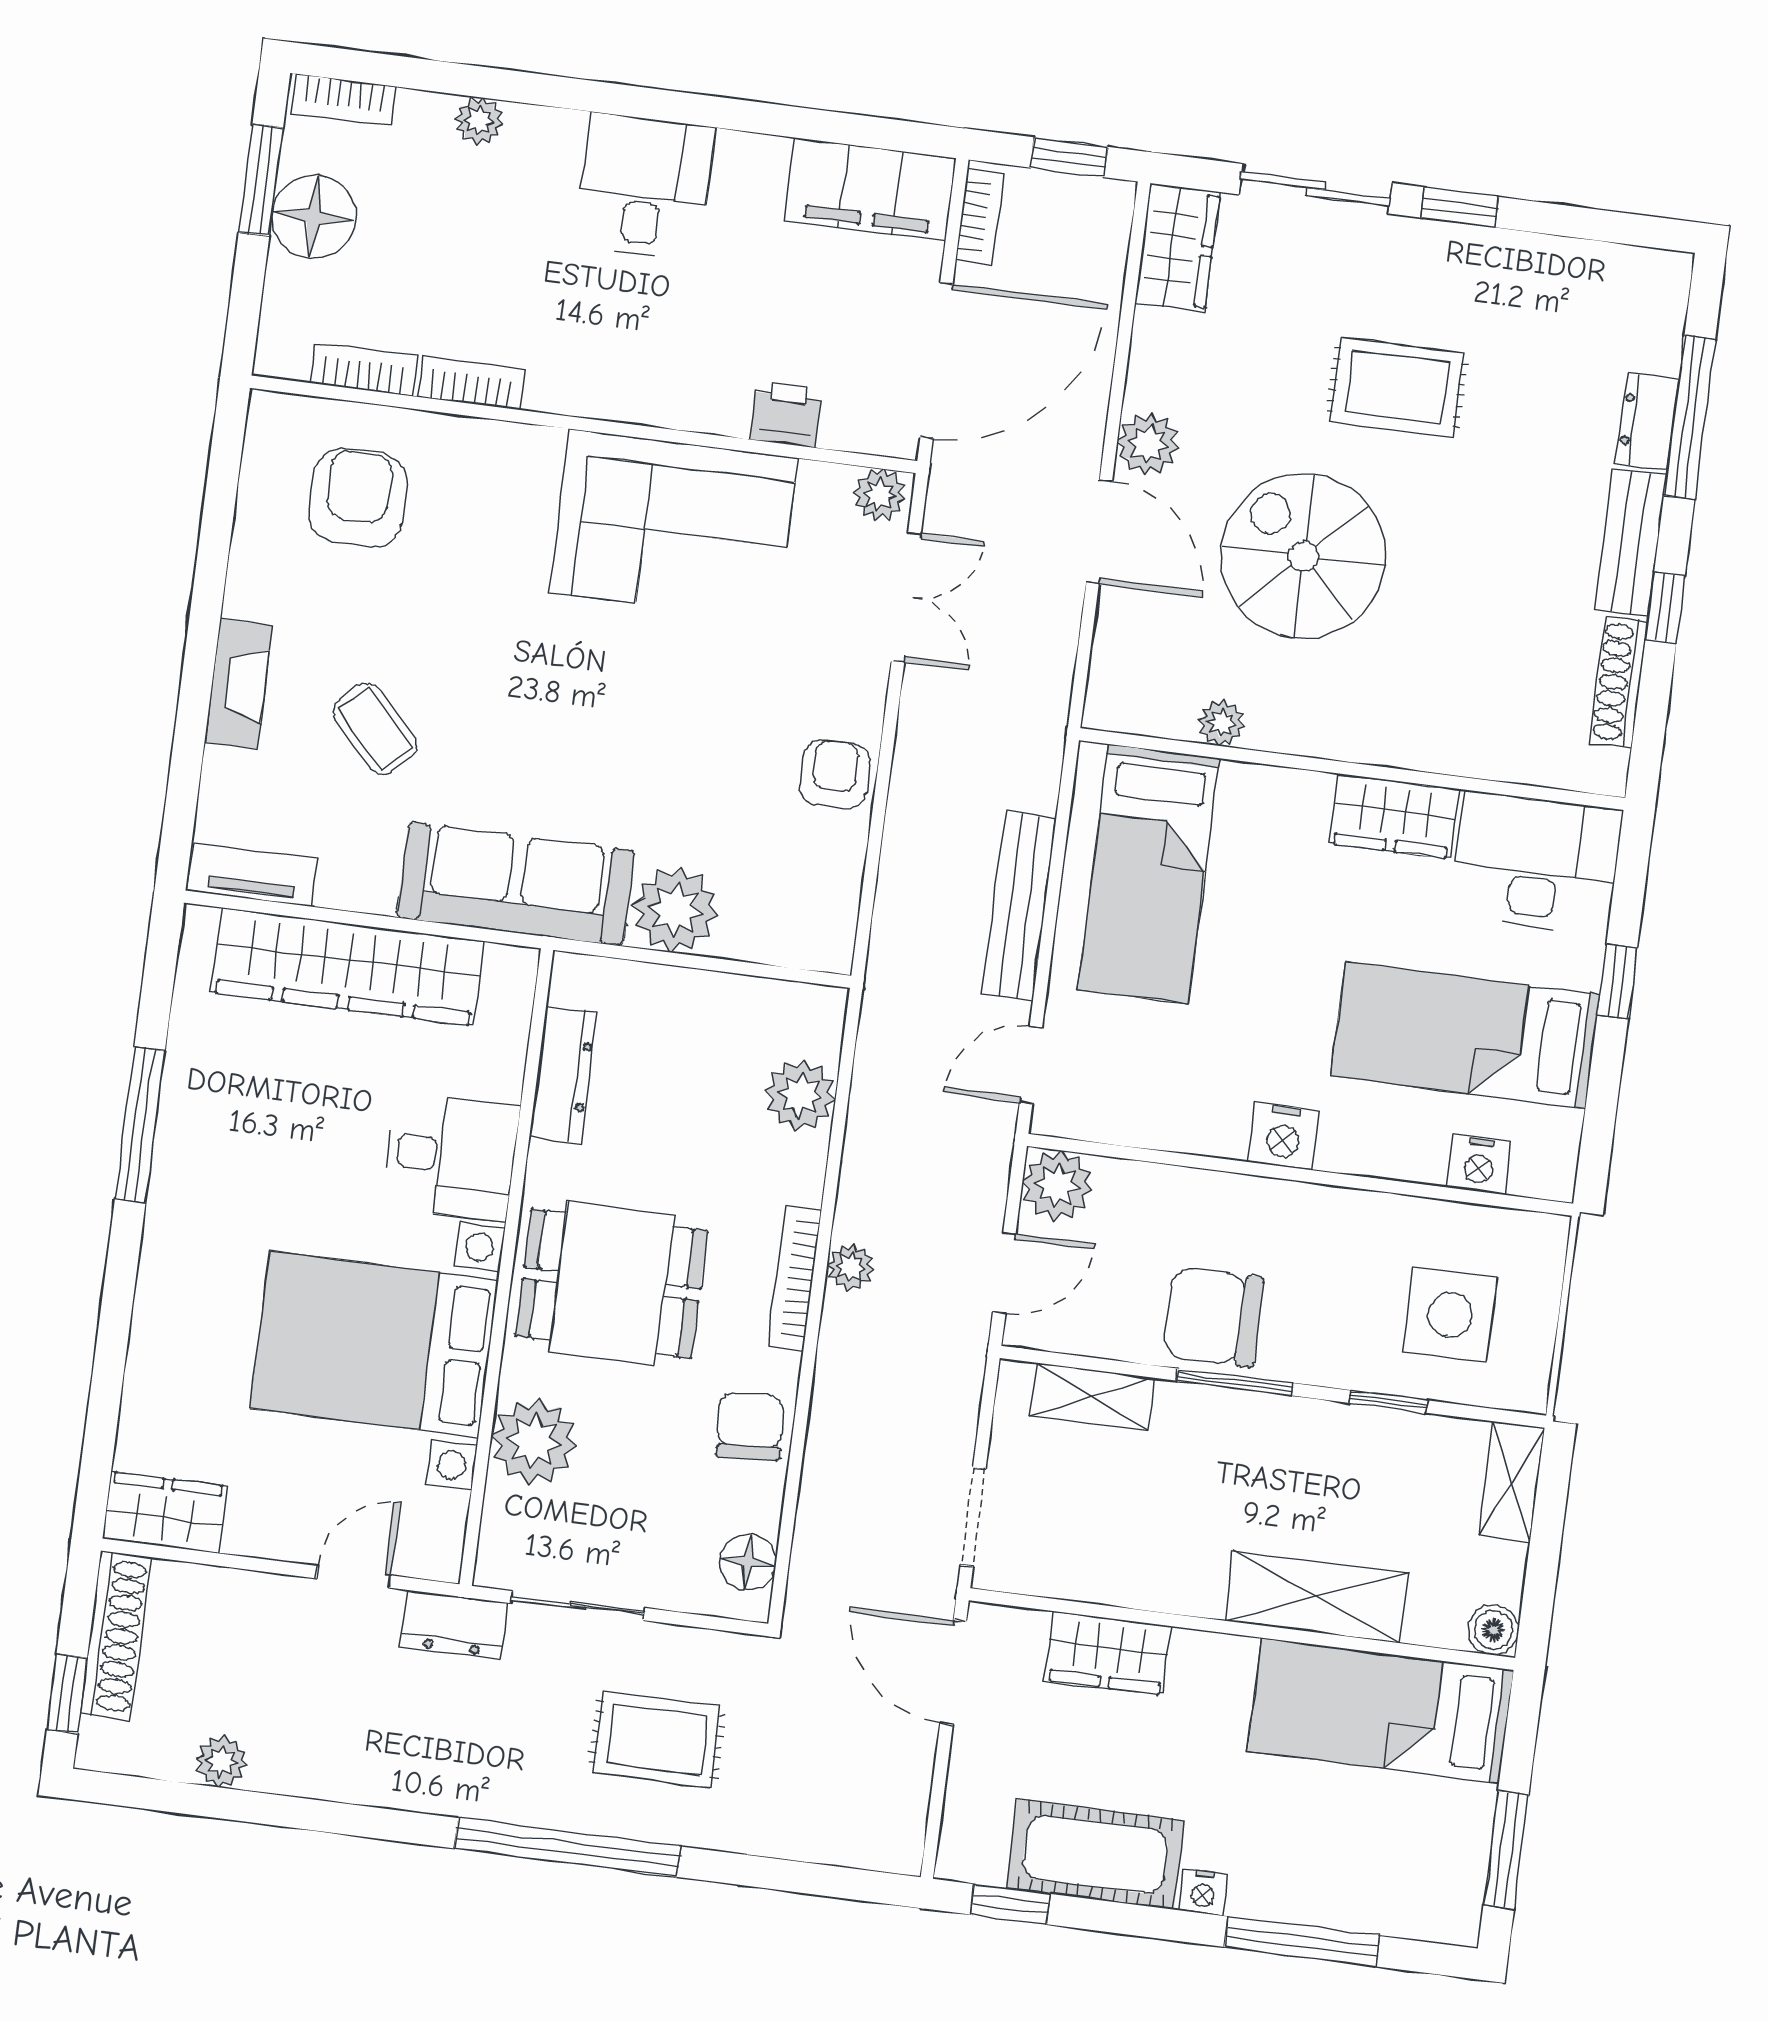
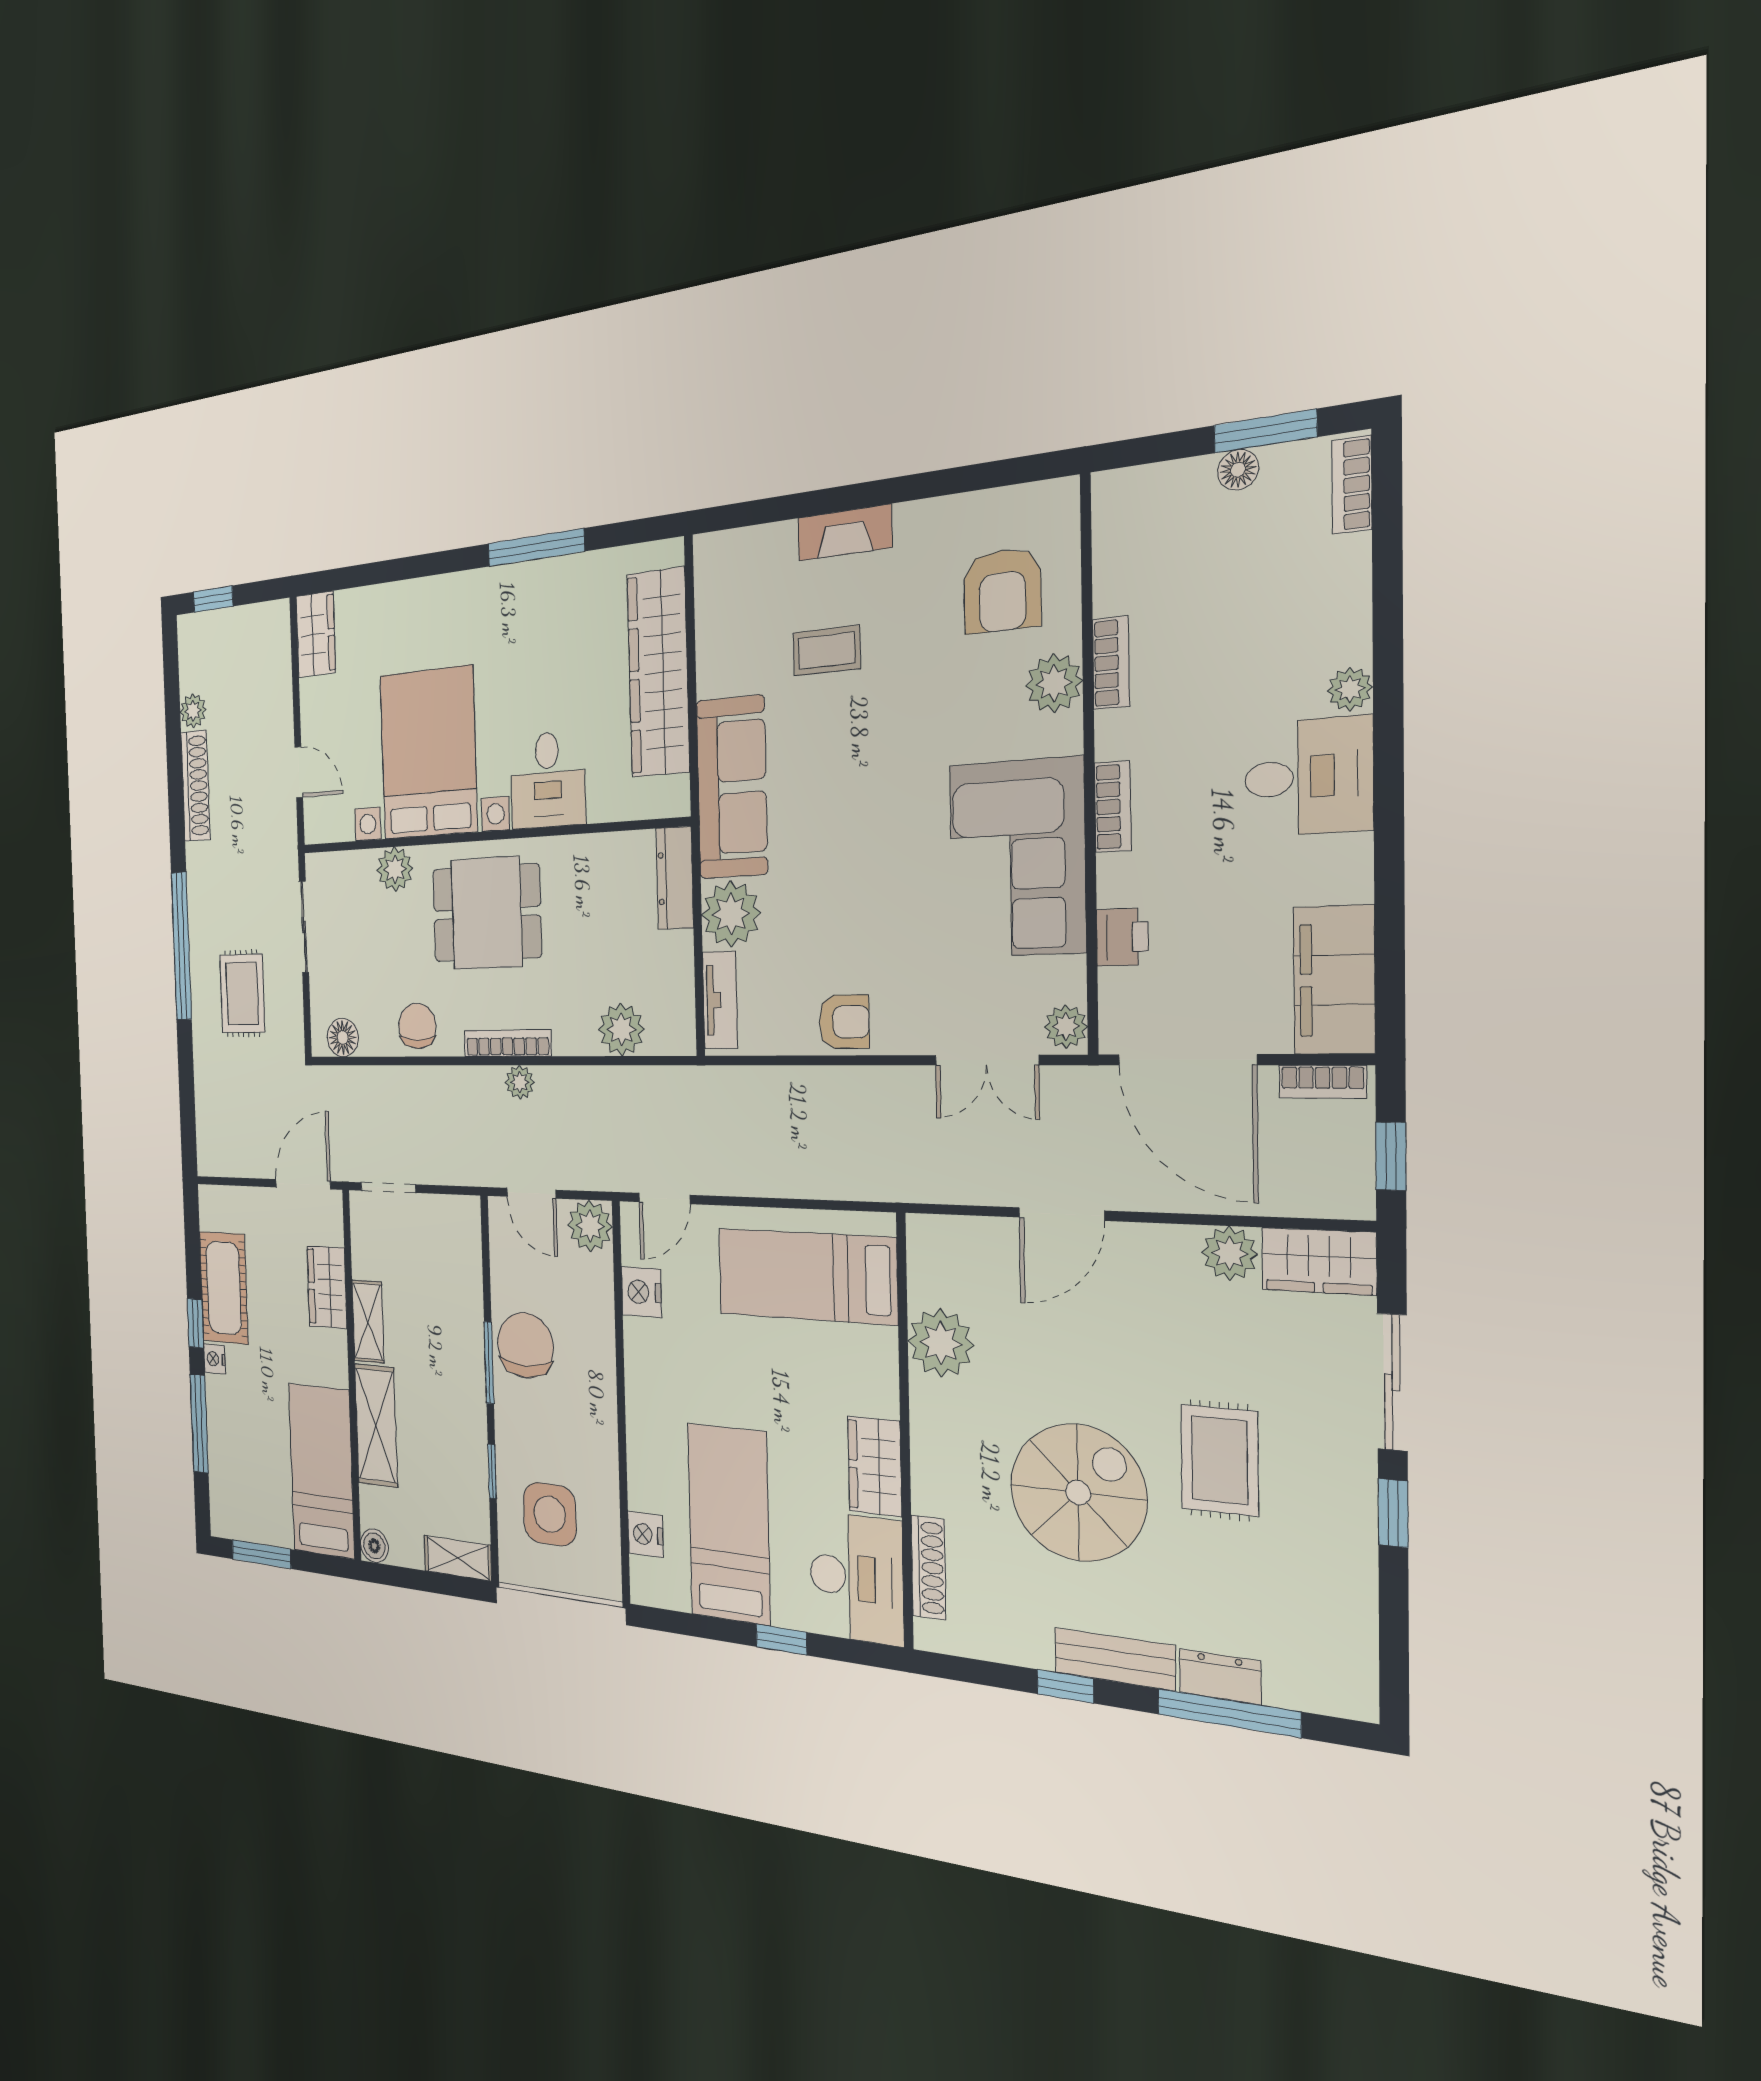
plant: (479, 121) -> (1350, 689), moved
floor lamp: (314, 217) -> (1238, 470), width x0.53, depth x0.53
bookcase: (364, 369) -> (1113, 807), moved
plant: (1148, 444) -> (1230, 1253), moved
plant: (480, 452) -> (1054, 683), added
armchair: (358, 498) -> (1002, 590), turned 90
spiral stairs: (1303, 556) -> (1078, 1493), moved
shoe rack: (1618, 682) -> (928, 1568), moved, turned 90
plant: (1221, 723) -> (941, 1343), width x1.88, depth x1.88
coffee table: (375, 729) -> (827, 651), turned 43
tv unit: (253, 875) -> (720, 1000), moved
bench: (1019, 906) -> (770, 1178), removed
door: (1031, 1065) -> (664, 1198), swing flipped
dresser: (563, 1075) -> (675, 878), moved, turned 90
nightstand: (1283, 1136) -> (641, 1292), moved
dining table: (611, 1284) -> (487, 913), turned 90
shelving: (1092, 1397) -> (368, 1321), moved
chair: (750, 1427) -> (417, 1026), turned -86
plant: (534, 1441) -> (395, 869), width x0.73, depth x0.73
dresser: (454, 1625) -> (283, 846), removed
shoe rack: (115, 1635) -> (196, 786), moved, turned -90
window: (1011, 1904) -> (195, 1323), moved

